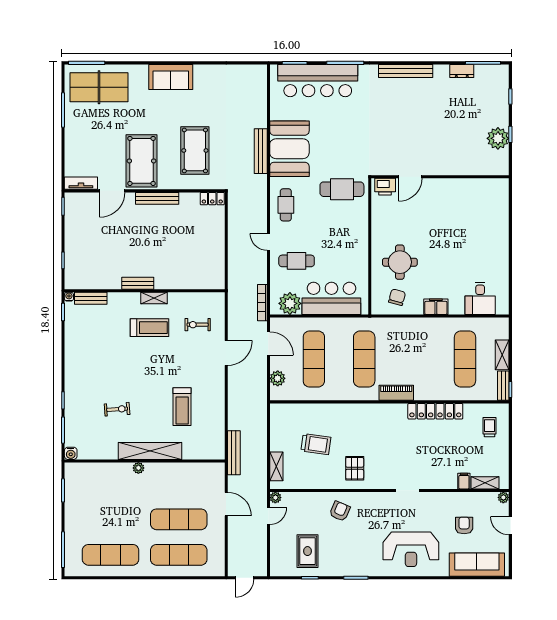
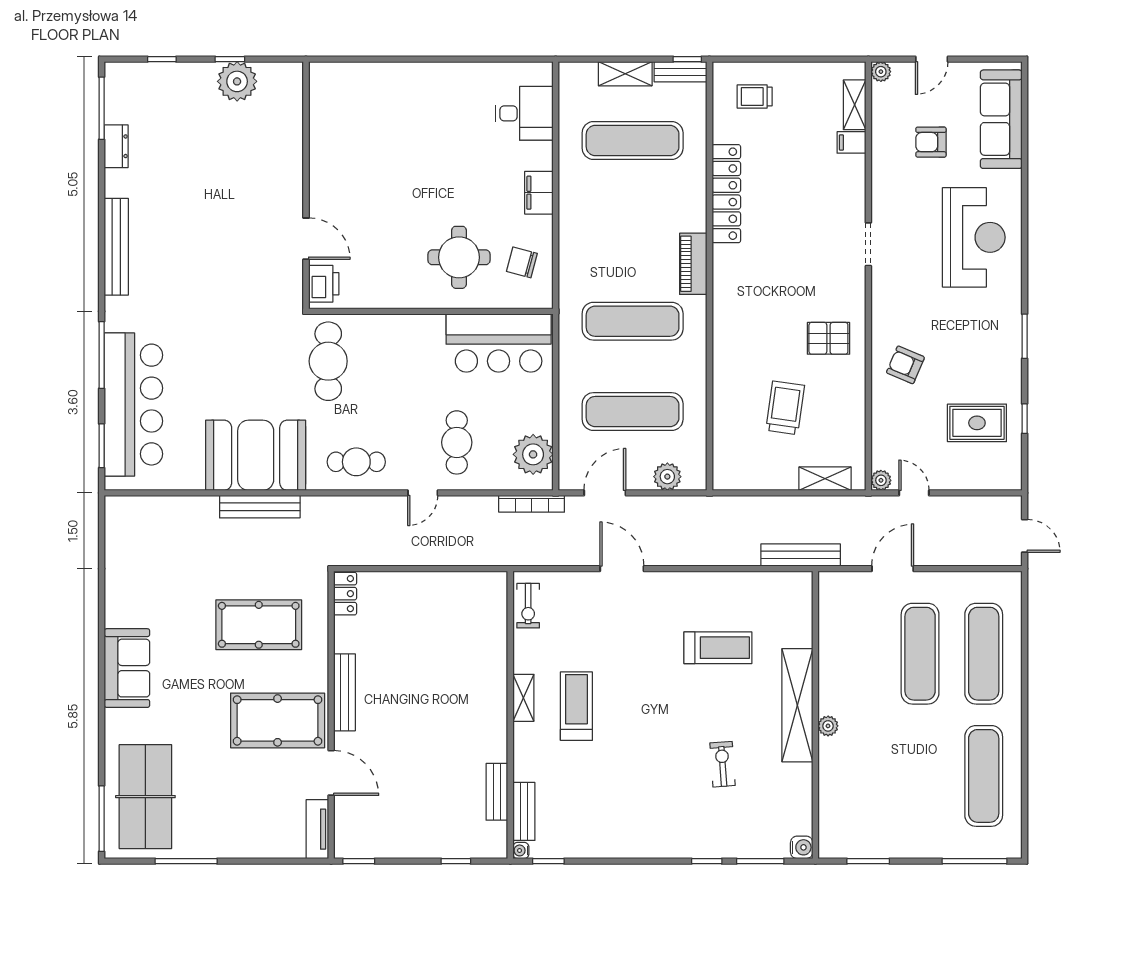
bench: (138, 283) -> (497, 792), moved
bar counter: (331, 298) -> (499, 343), moved, turned -90
exercise bike: (198, 325) -> (528, 606), moved

